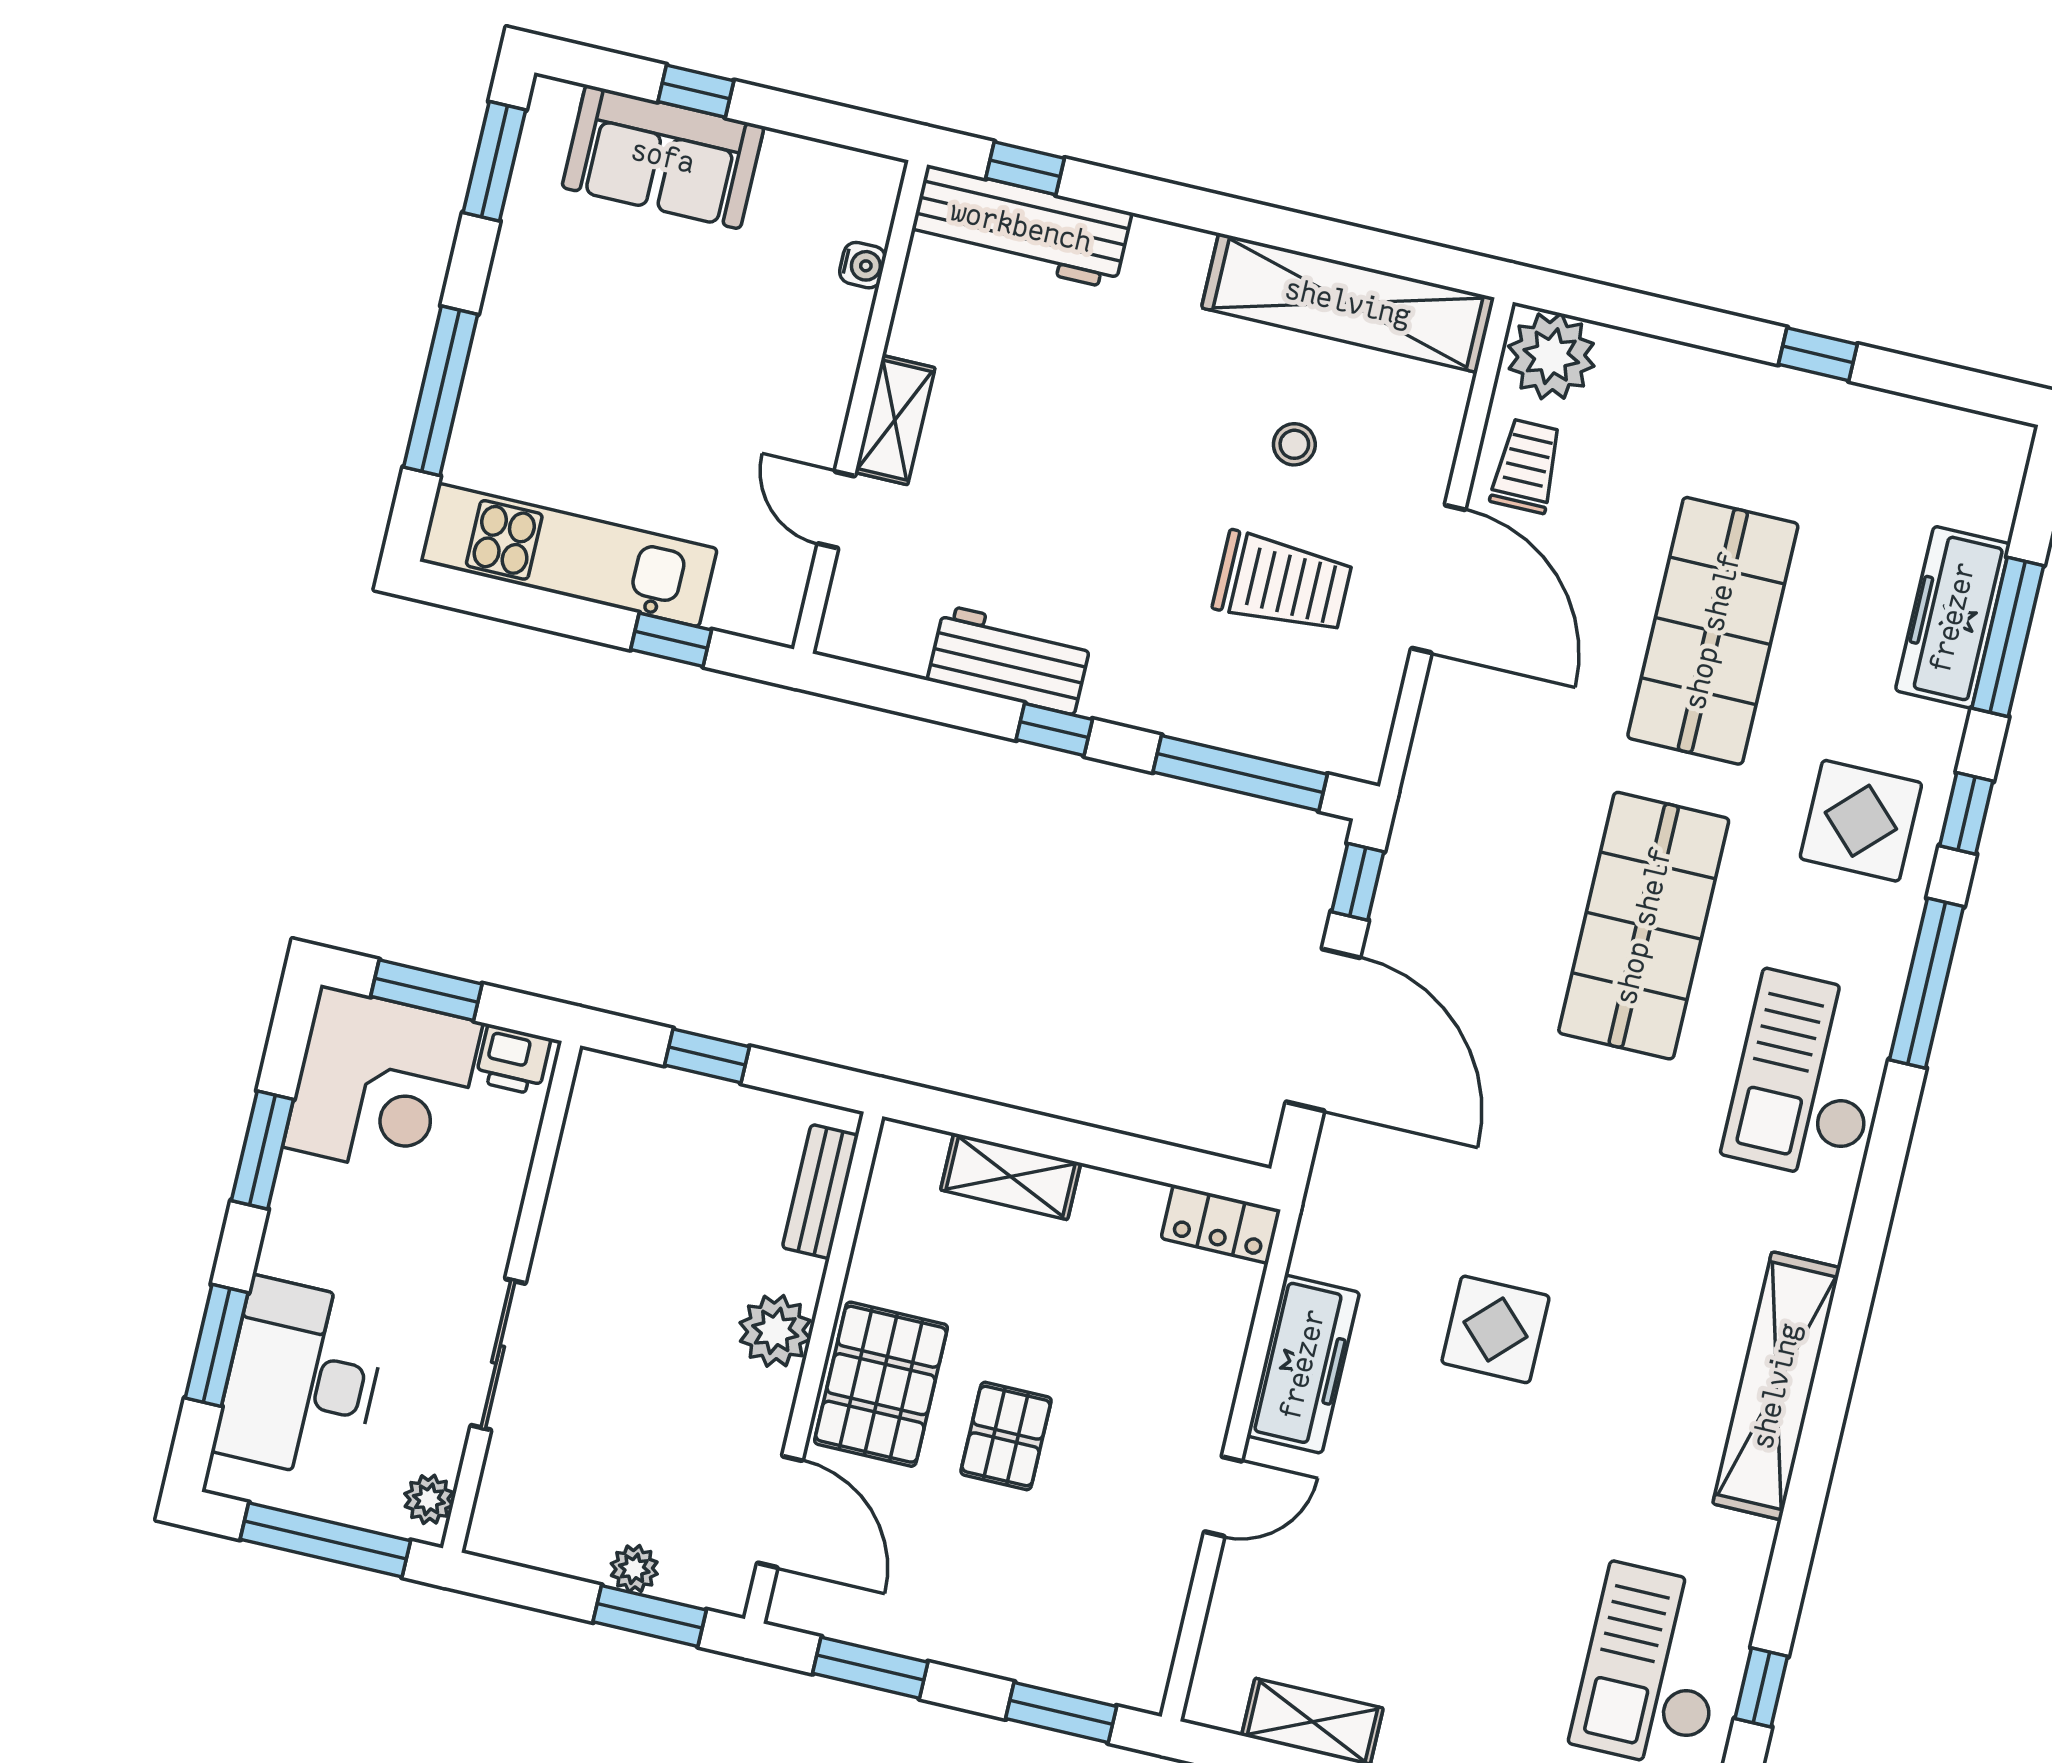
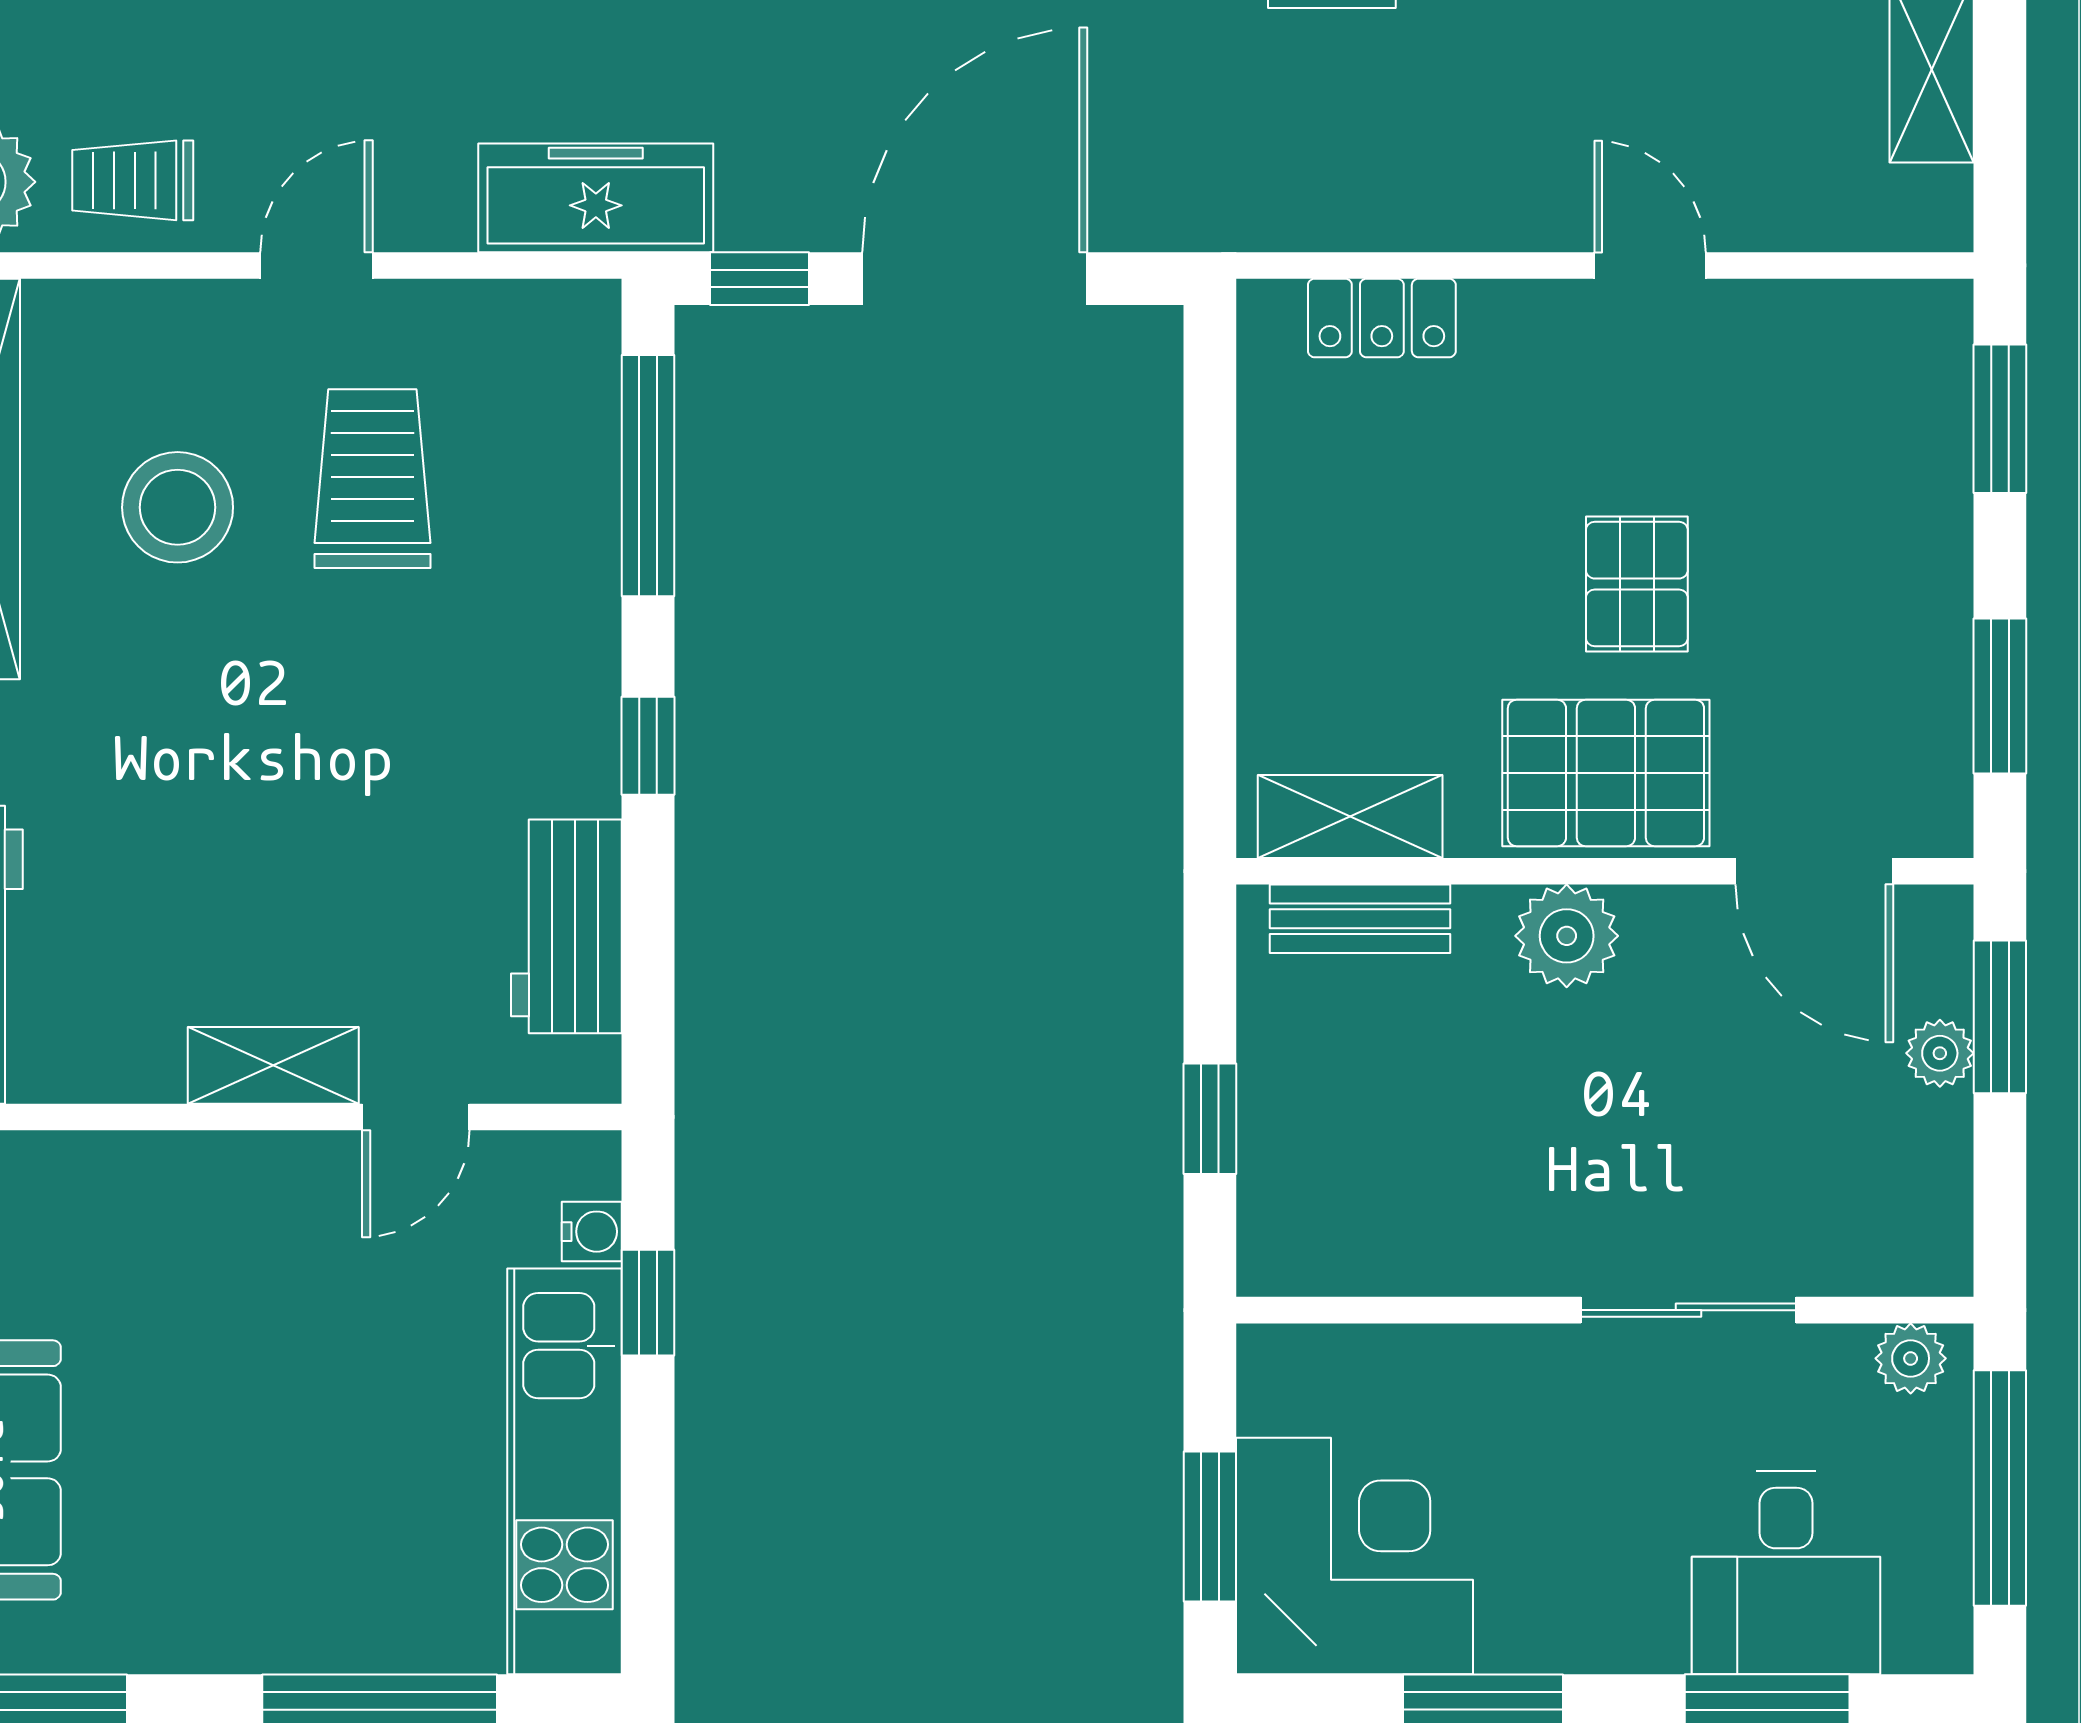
water cooler: (863, 265) -> (592, 1232), moved, turned 90
stool: (1294, 444) -> (178, 507), width x1.89, depth x1.89
door: (1438, 579) -> (316, 265), width x0.53
workbench: (1009, 660) -> (566, 926), moved
printer: (513, 1060) -> (1278, 1385), removed
shelving: (1011, 1176) -> (1350, 816), moved, turned 90
locker: (1221, 1224) -> (1382, 318), moved, turned 90
freezer: (1303, 1364) -> (596, 198), moved
desk: (302, 1379) -> (1786, 1573), width x0.73
pallet: (1006, 1436) -> (1637, 584), turned 90
door: (780, 1512) -> (1814, 871), swing flipped

